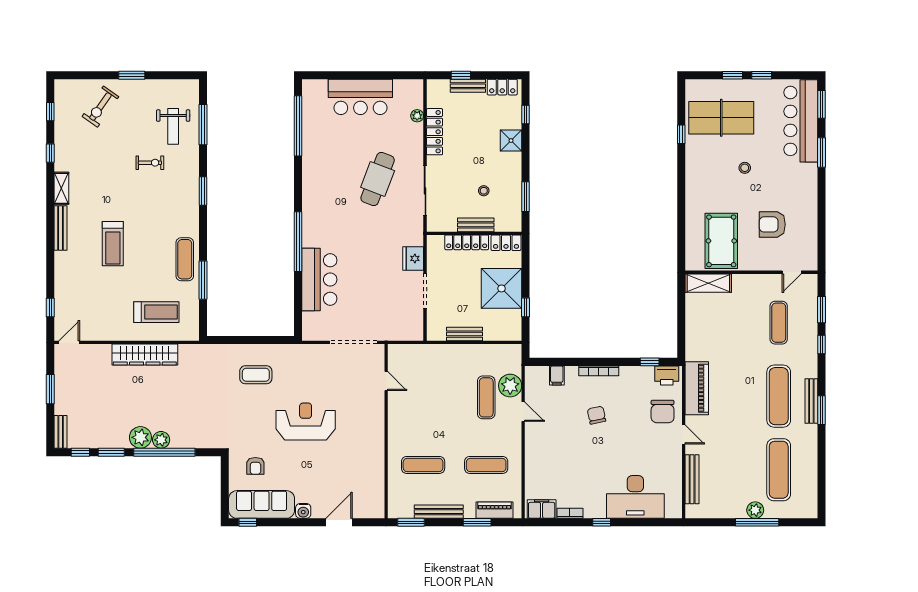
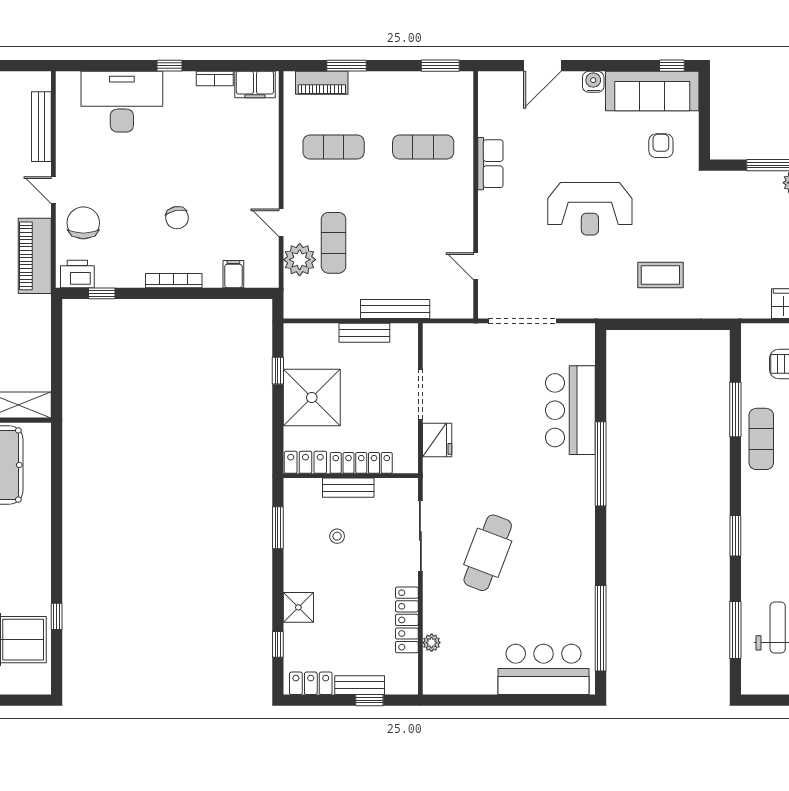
bar counter: (360, 97) -> (544, 669), moved
row of seats: (376, 453) -> (490, 164), added
bench: (439, 512) -> (395, 309), moved

